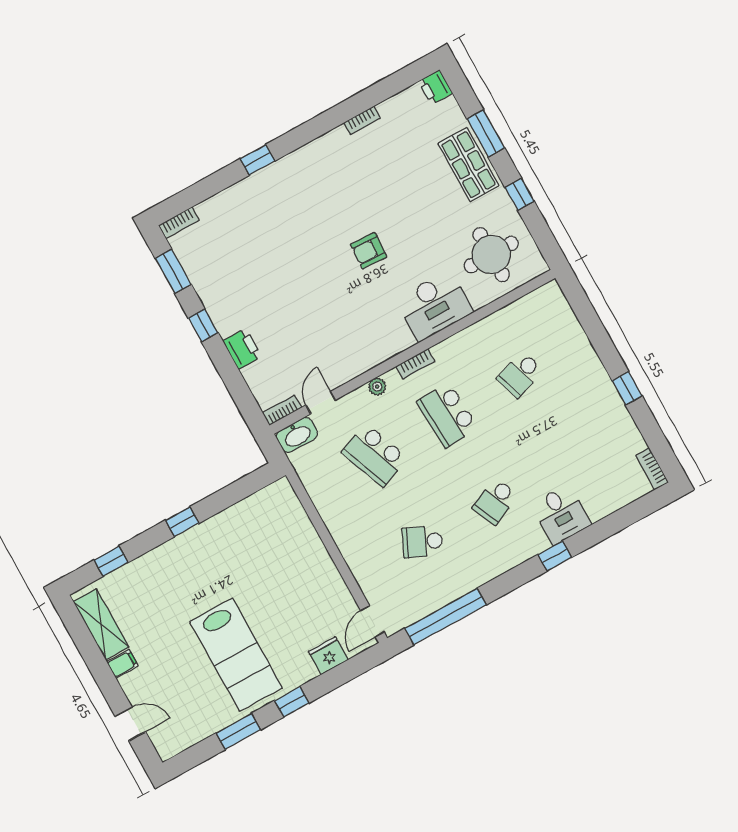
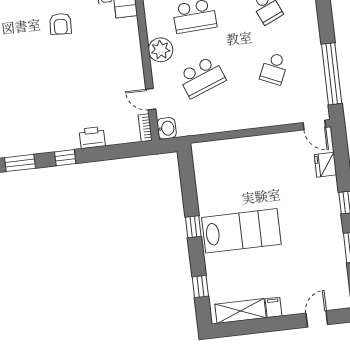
bookcase: (415, 364) -> (151, 24), removed
plant: (377, 387) -> (161, 50), width x1.87, depth x1.87
washbasin: (297, 435) -> (167, 128), width x0.72
lab bench: (236, 655) -> (241, 231), moved

